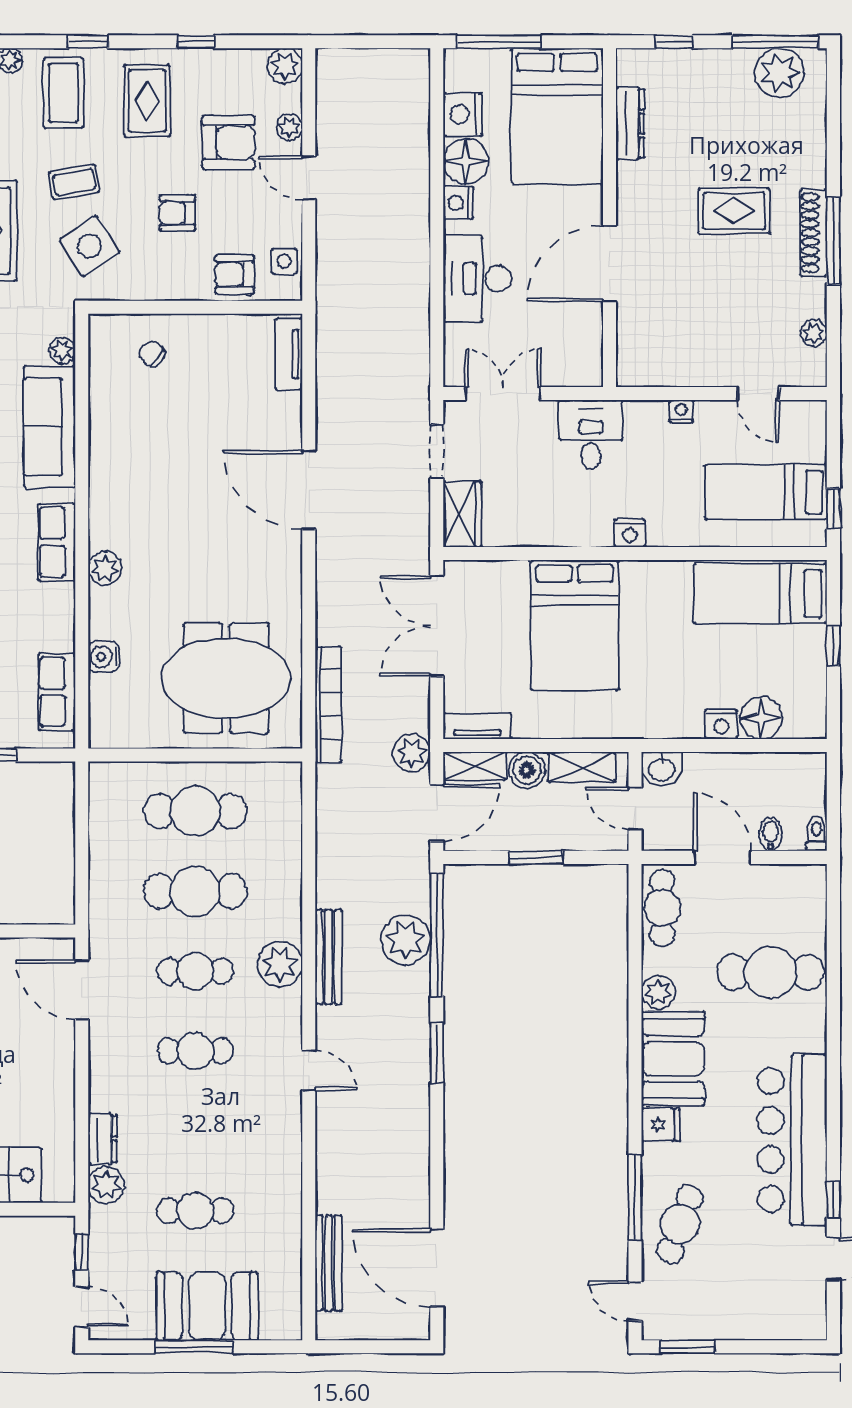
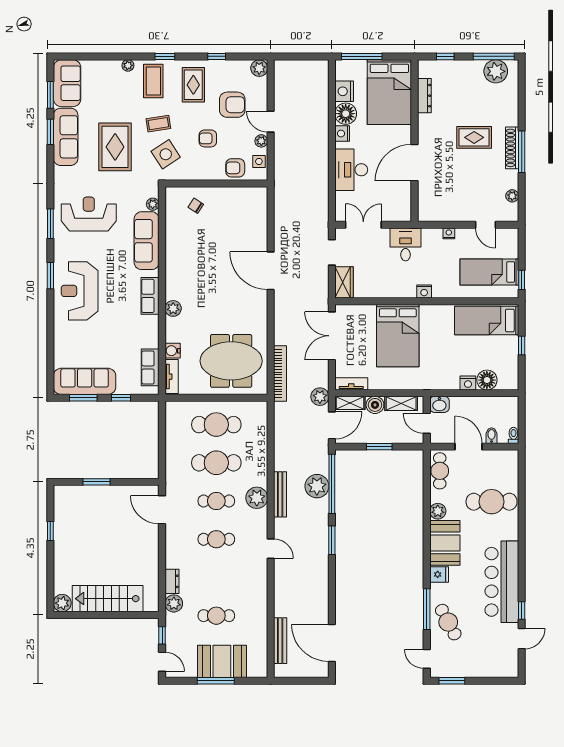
plant: (289, 127) -> (261, 141), moved
tv unit: (289, 354) -> (172, 377), moved, turned 180
cafe table: (680, 1224) -> (448, 622), turned -48

